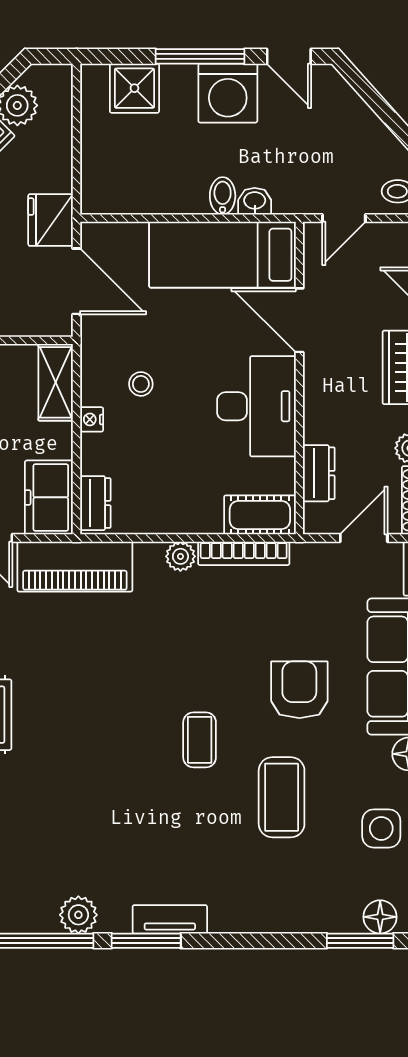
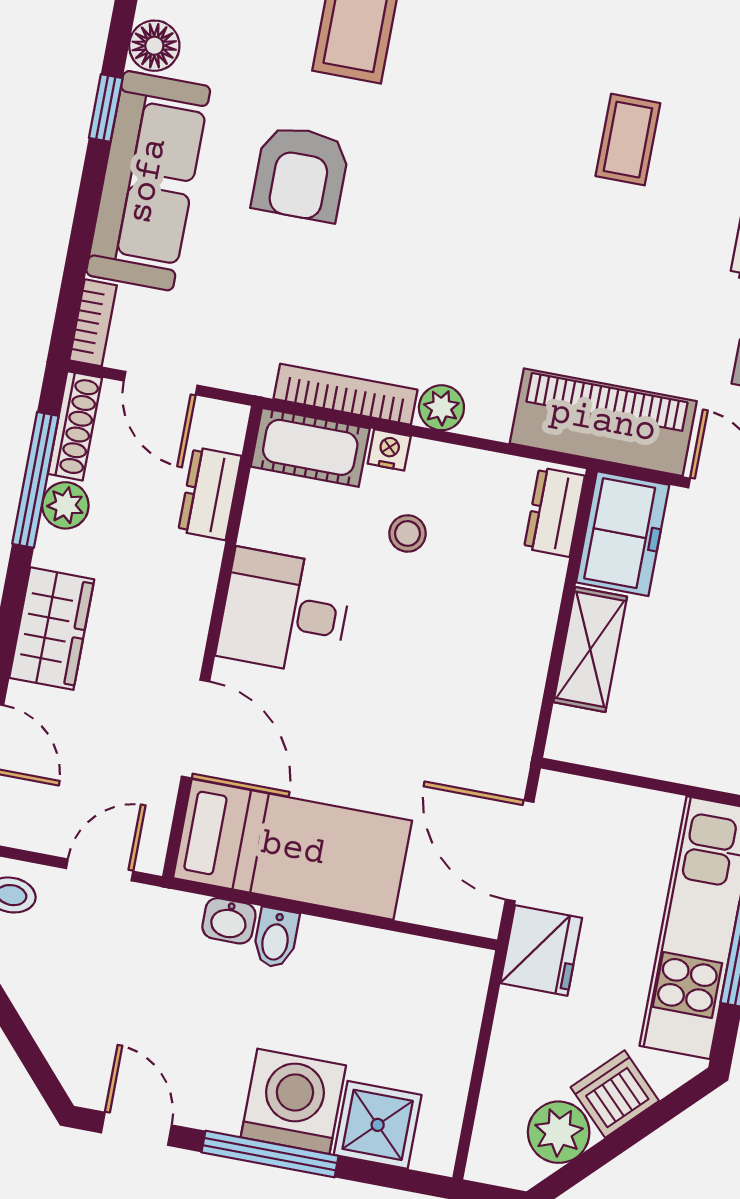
washing machine: (228, 93) -> (293, 1101), moved
shelving: (56, 382) -> (590, 649), moved
stool: (141, 384) -> (407, 533), moved
desk: (256, 406) -> (285, 612), width x0.73
nightstand: (92, 419) -> (389, 450), moved, turned -90
door: (364, 538) -> (161, 383), hinge flipped
coffee table: (200, 740) -> (628, 140), moved

